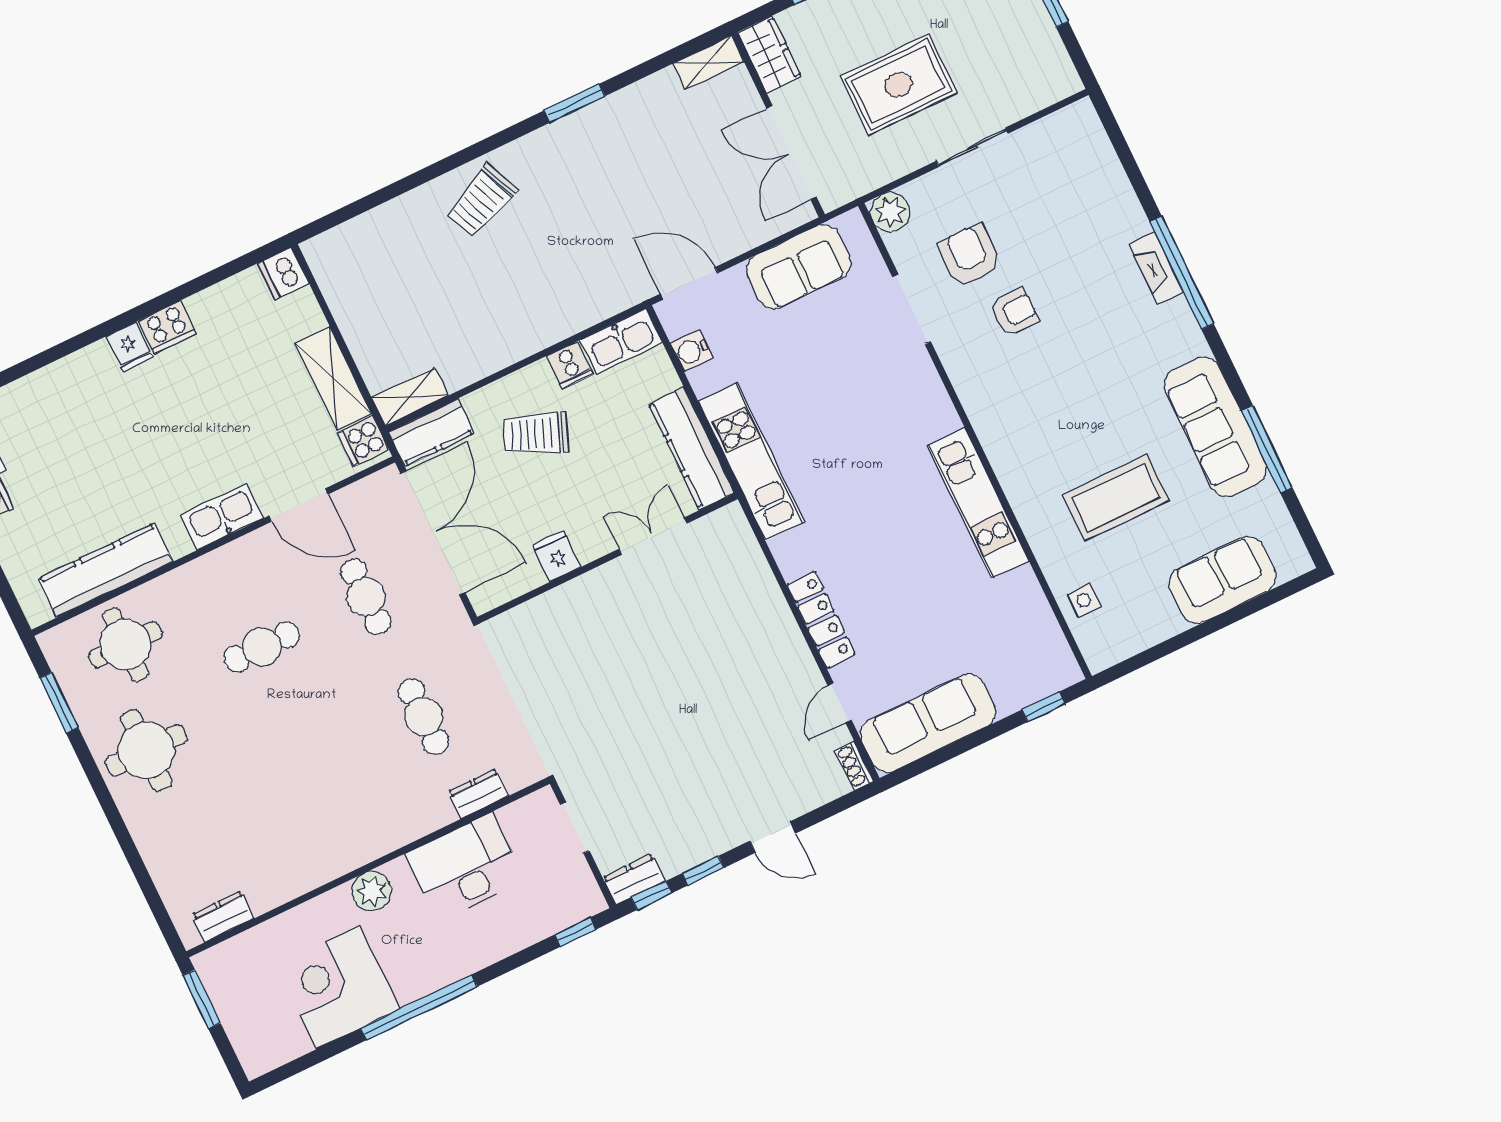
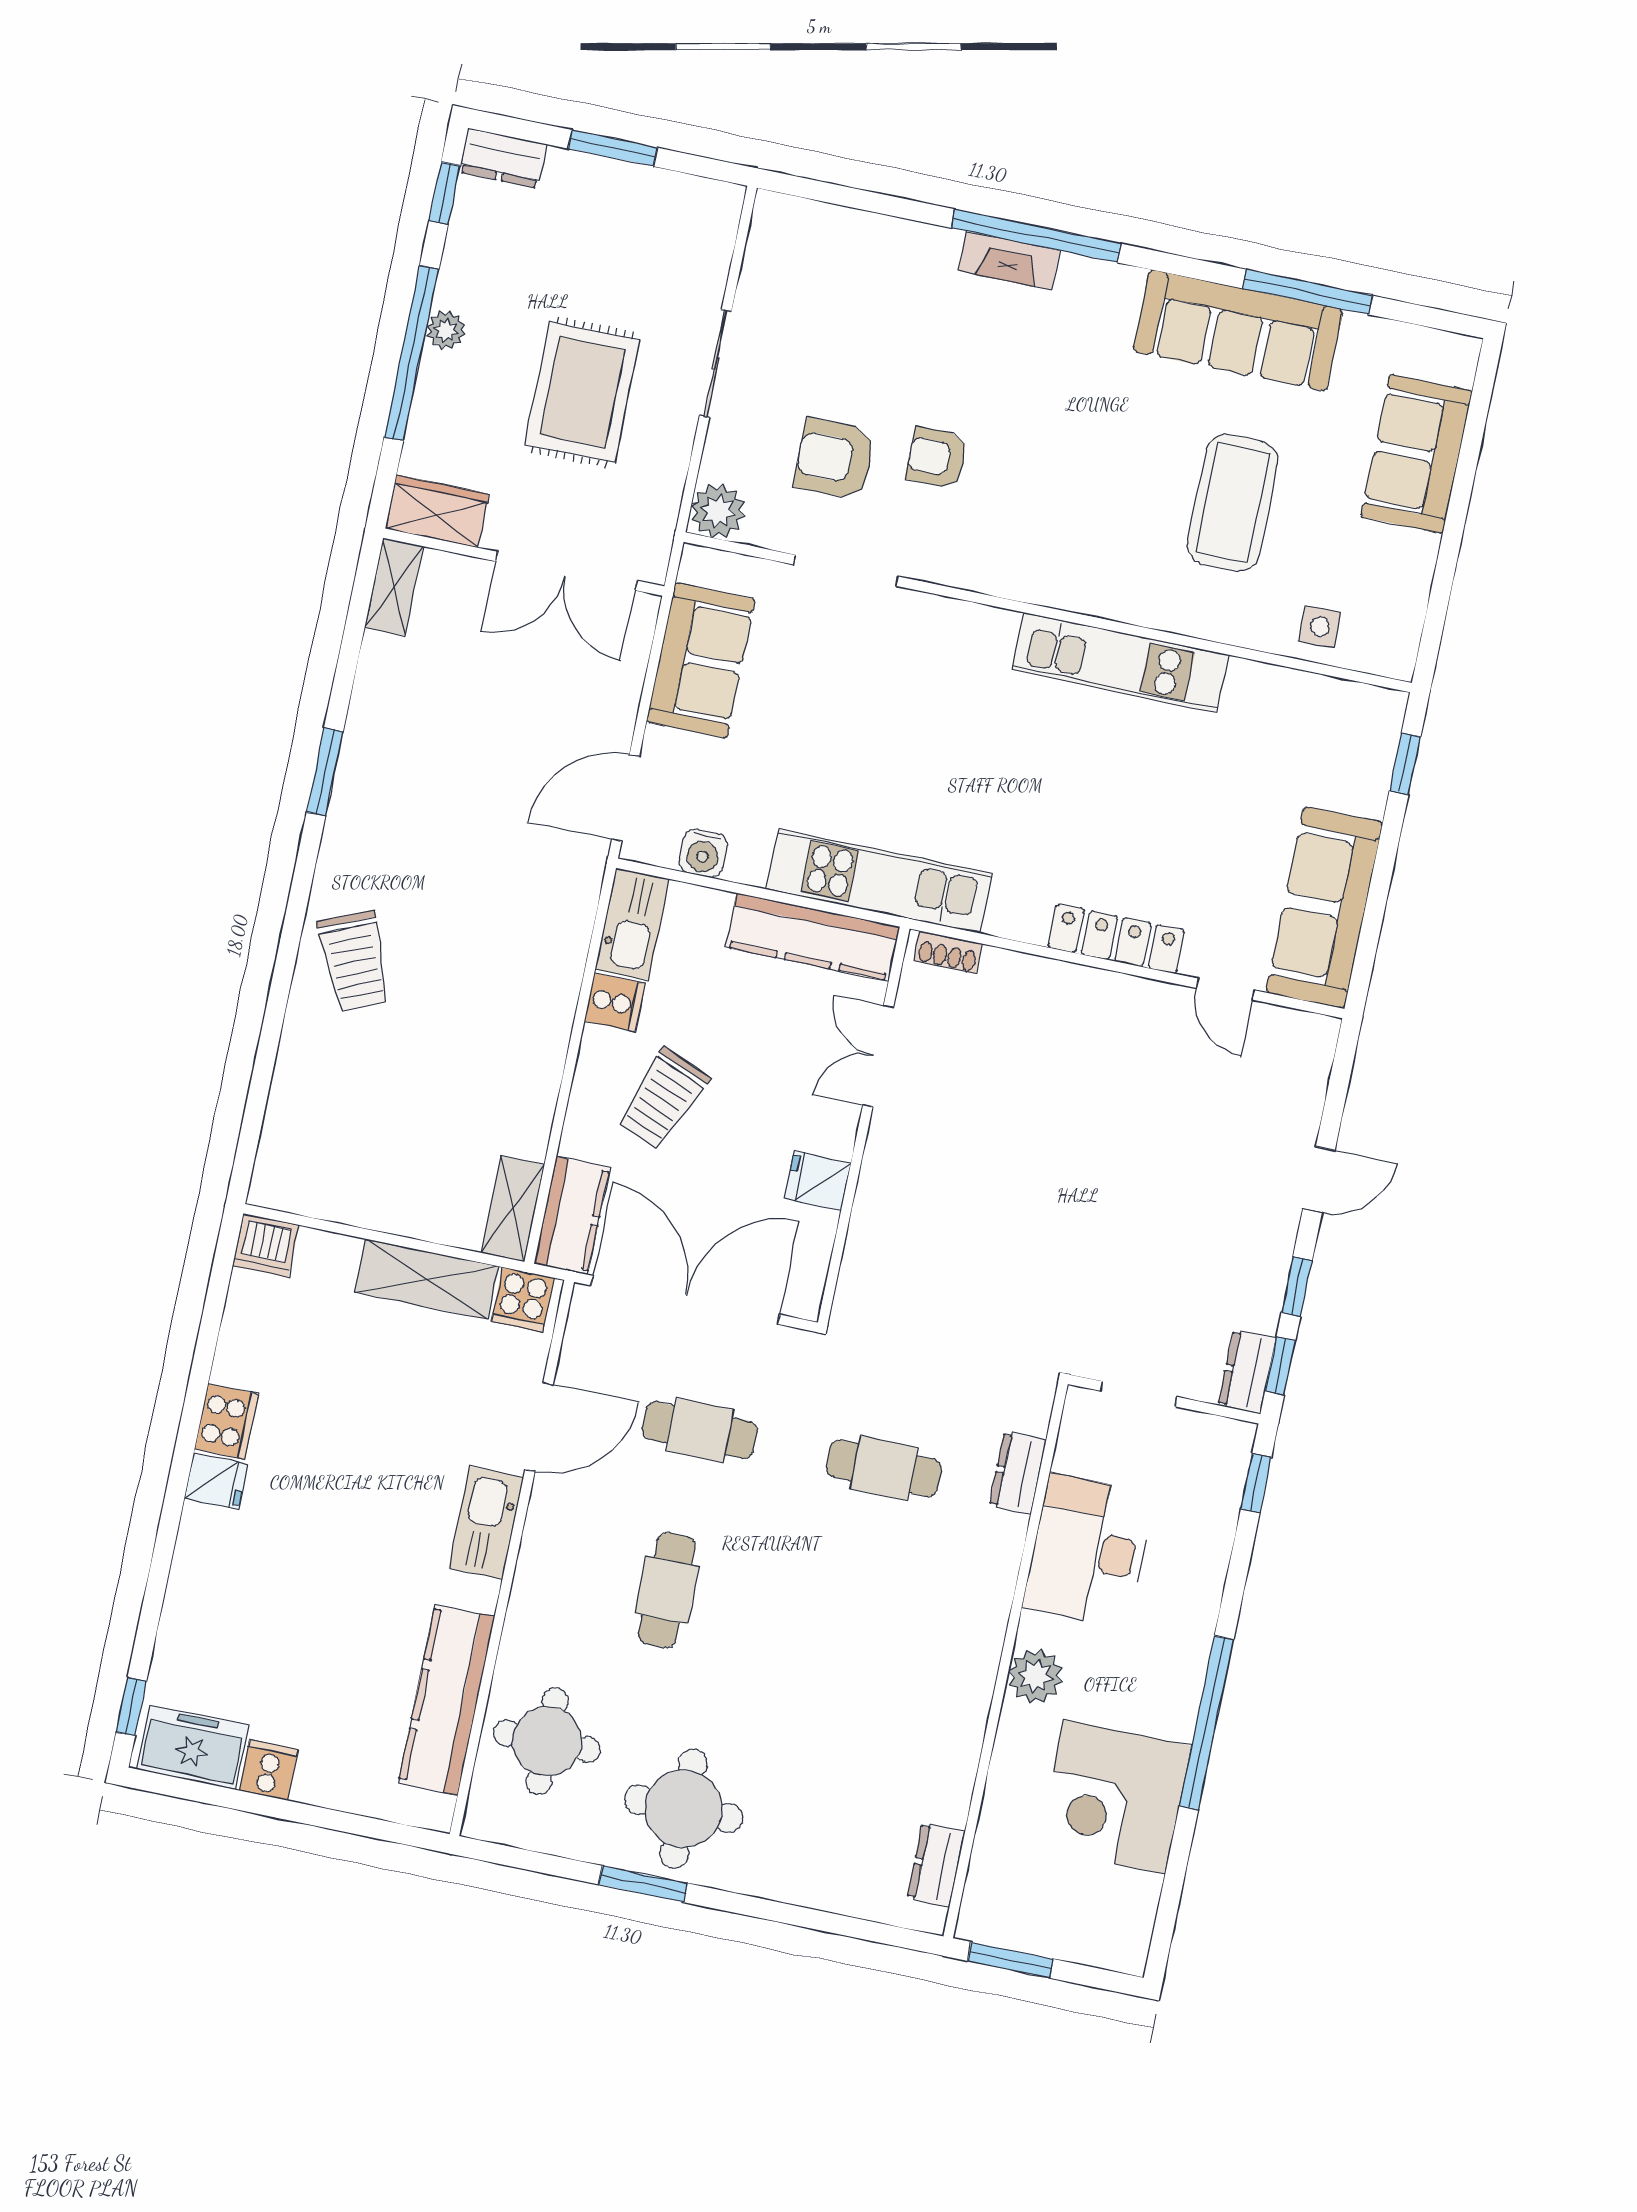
armchair: (1014, 312) -> (937, 458), turned -90
window: (59, 703) -> (643, 1884), moved
shoe rack: (854, 766) -> (948, 952), moved

